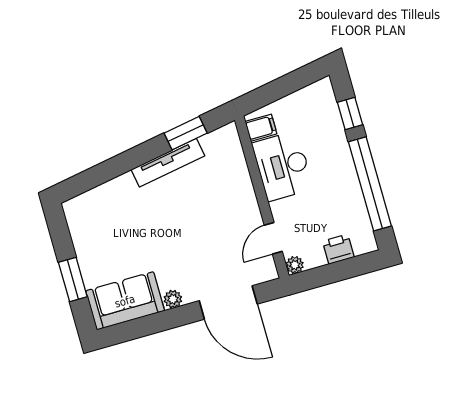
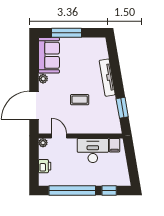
tv unit: (168, 163) -> (107, 78), moved
coffee table: (193, 218) -> (80, 100), added
window: (73, 280) -> (66, 33), width x1.44

